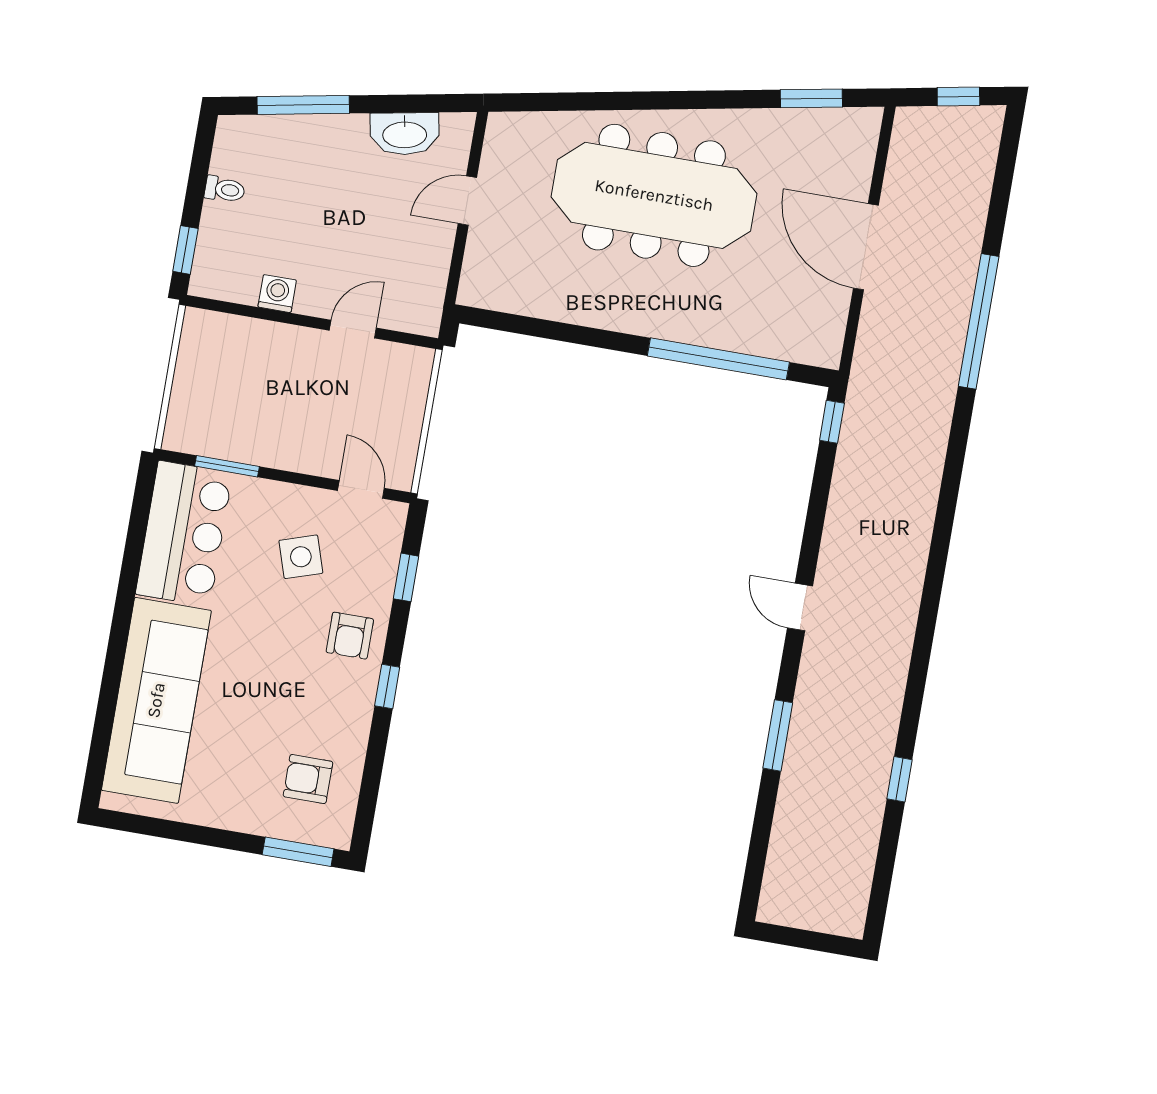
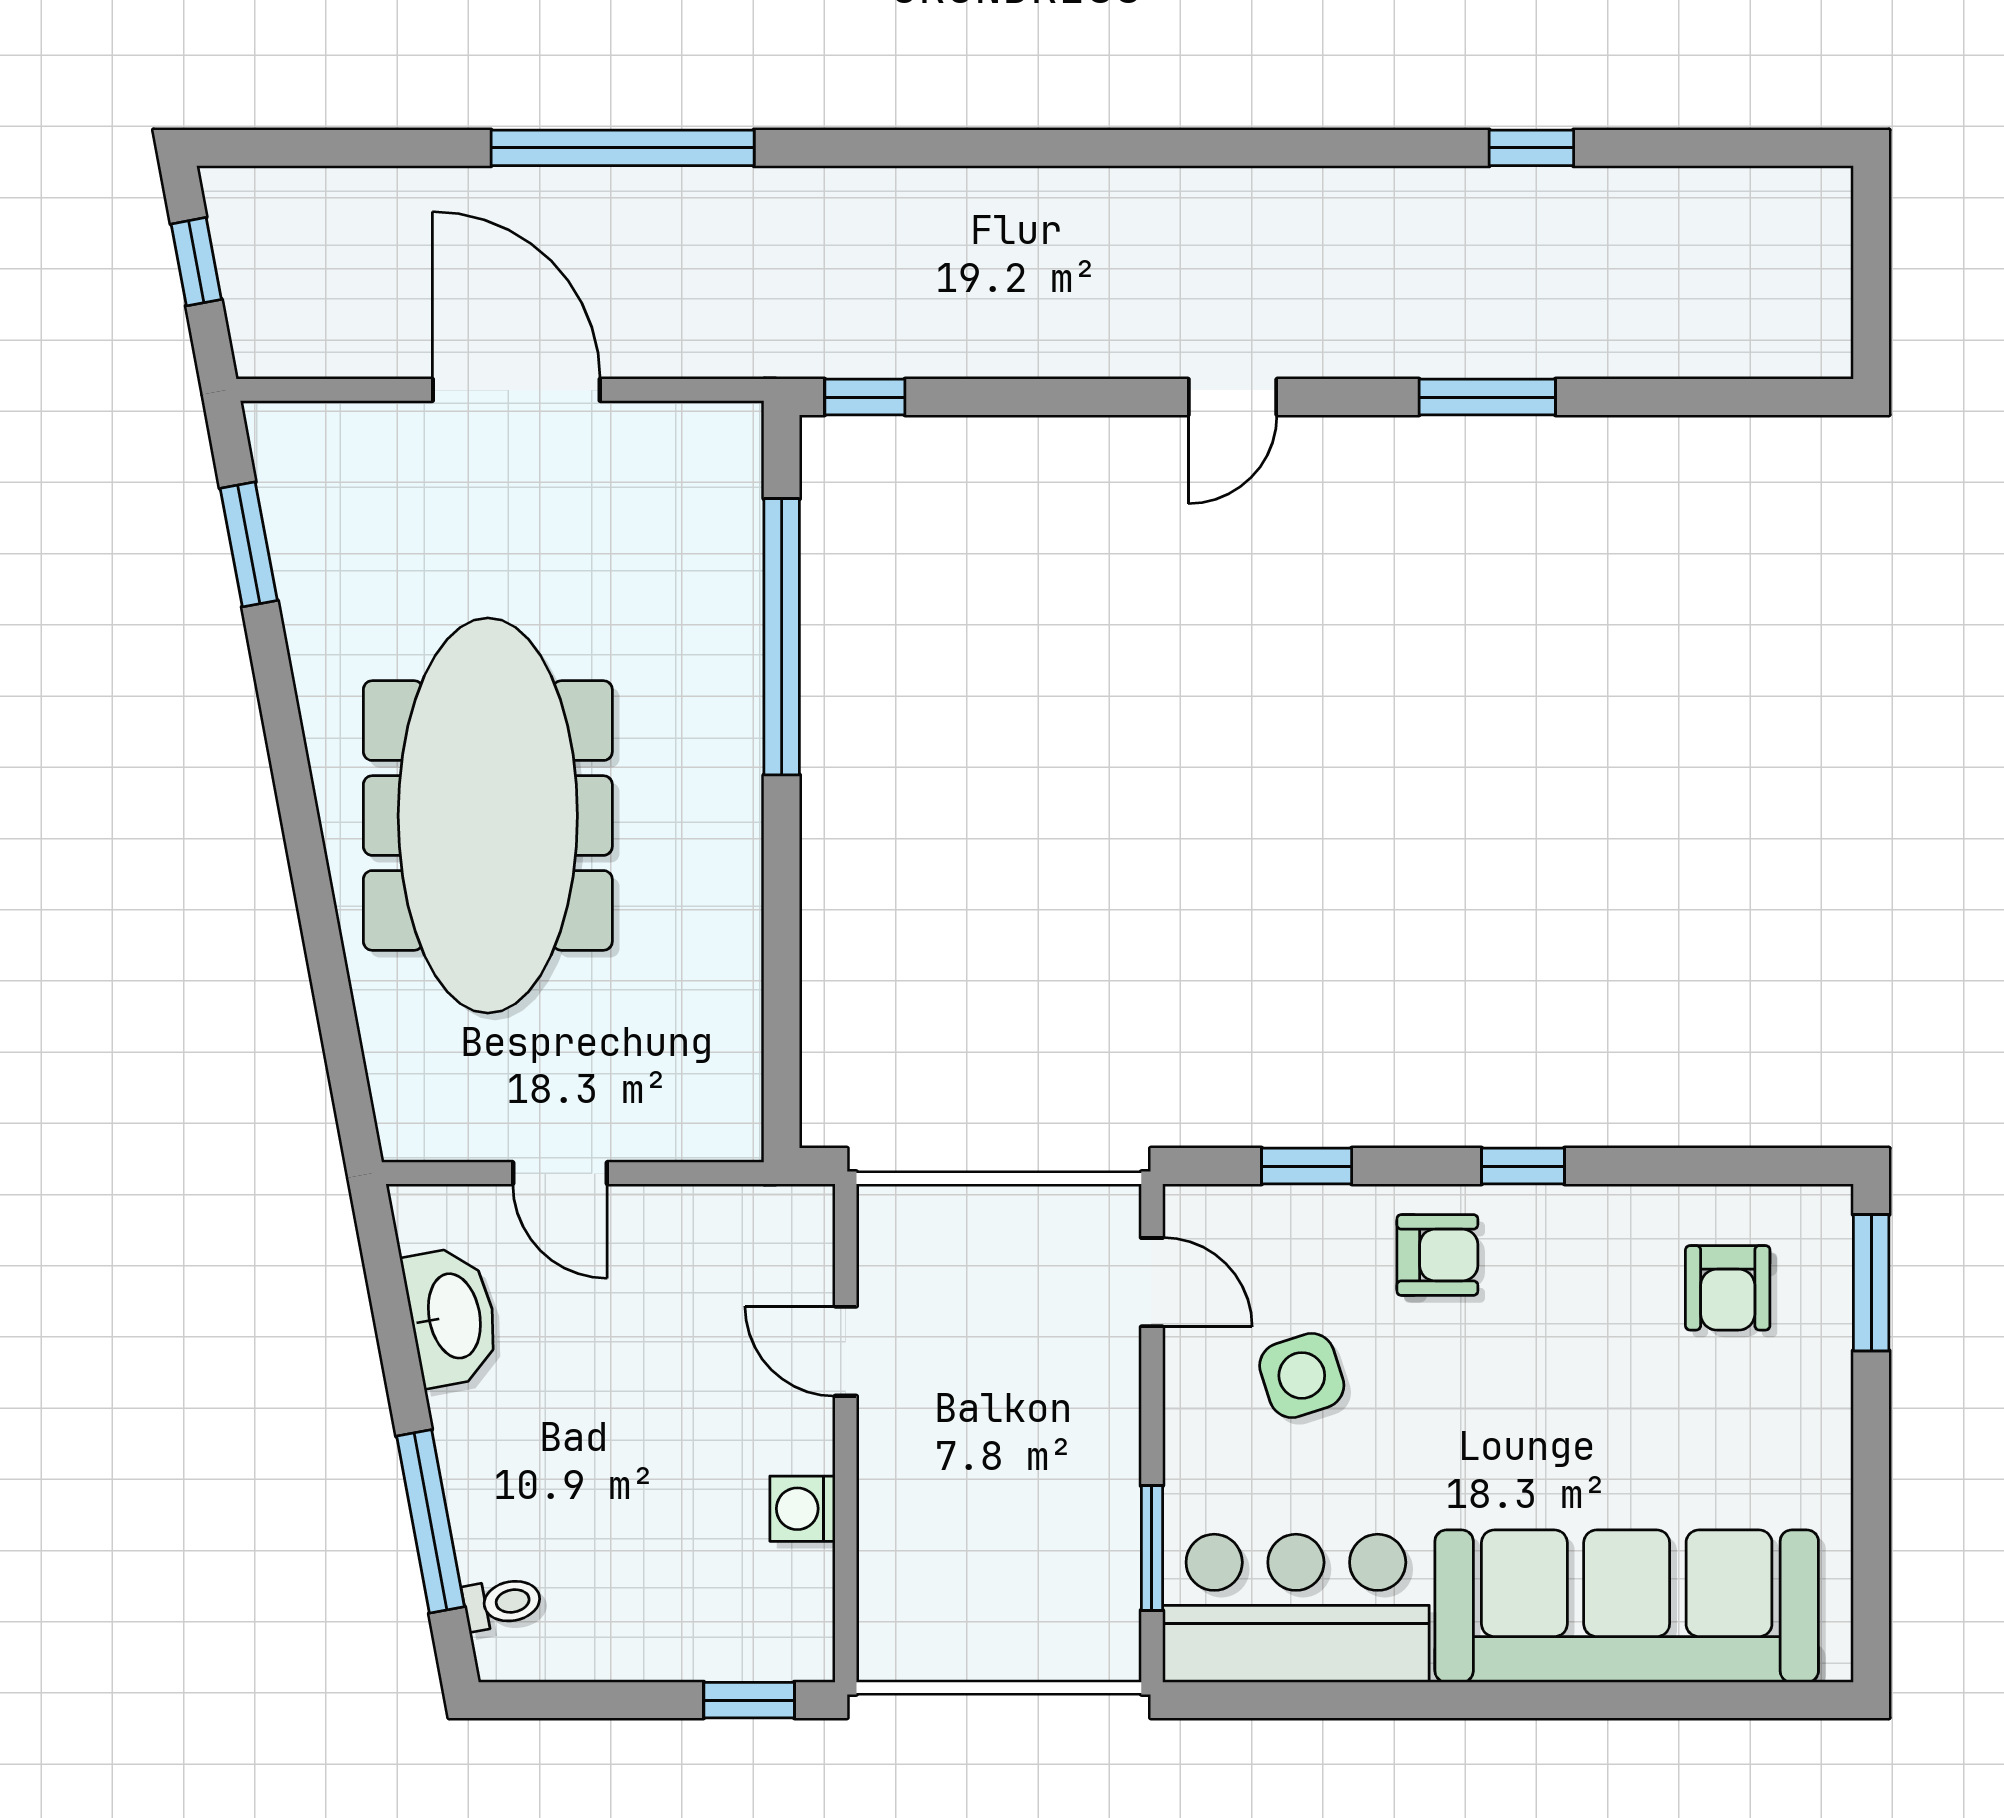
toilet: (225, 189) -> (502, 1603), moved, turned 79
door: (866, 247) -> (516, 390), swing flipped
door: (361, 489) -> (1152, 1282), swing flipped

